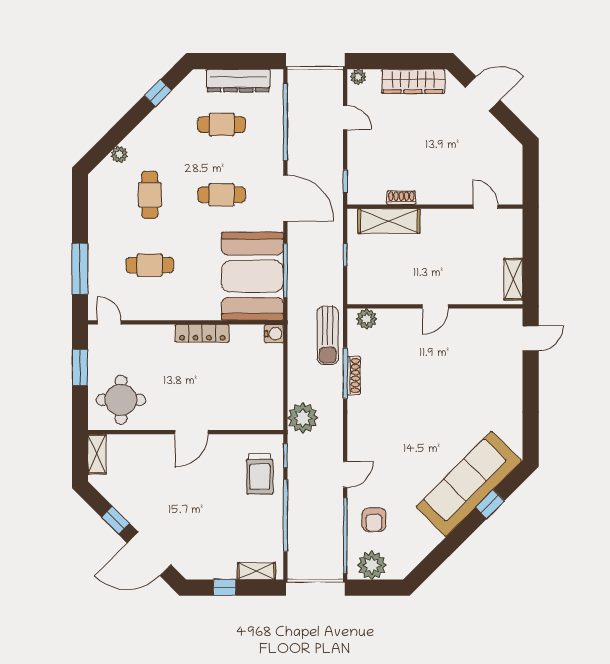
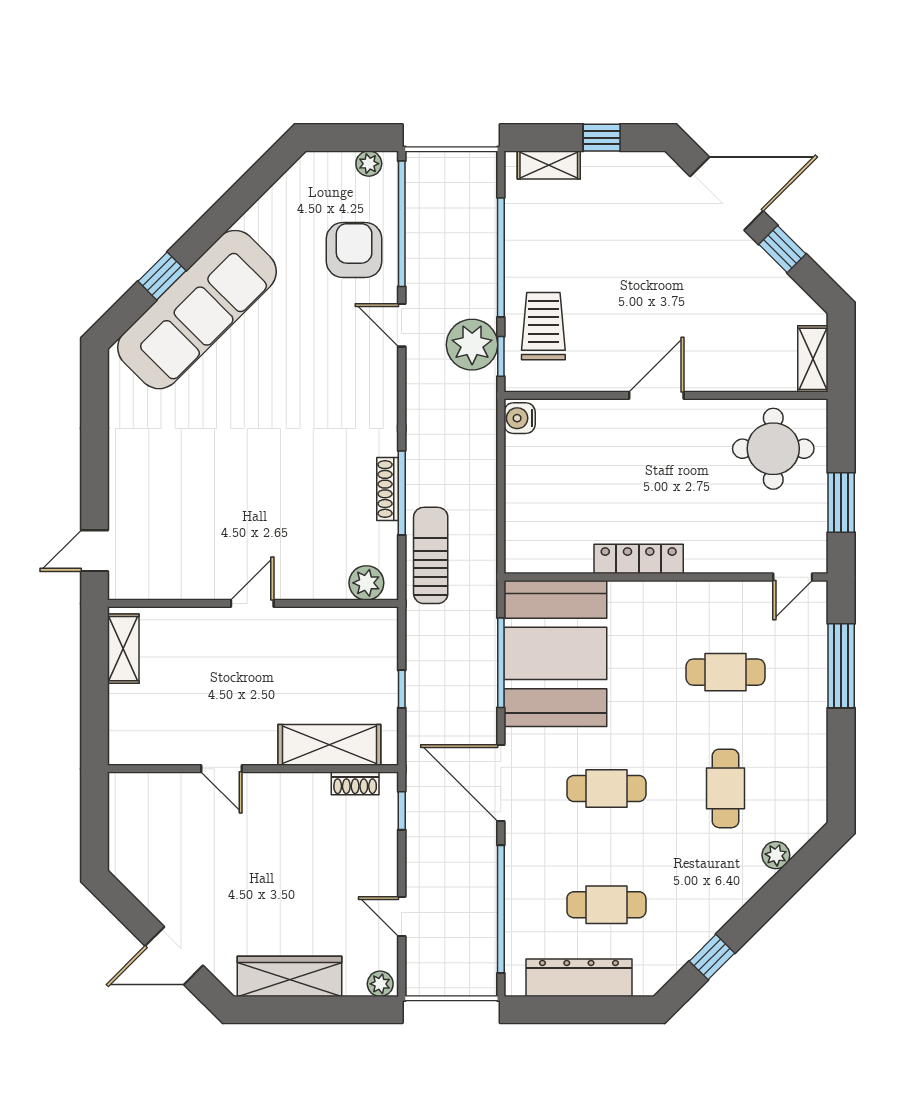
shoe rack: (401, 198) -> (355, 783), moved
door: (485, 207) -> (221, 769), moved
door: (109, 322) -> (793, 577), hinge flipped
water cooler: (274, 334) -> (520, 418), moved
plant: (303, 418) -> (472, 345), moved
door: (345, 474) -> (402, 325), hinge flipped
armchair: (374, 520) -> (354, 250), width x1.38, depth x1.38
plant: (372, 565) -> (369, 164), width x0.53, depth x0.53

